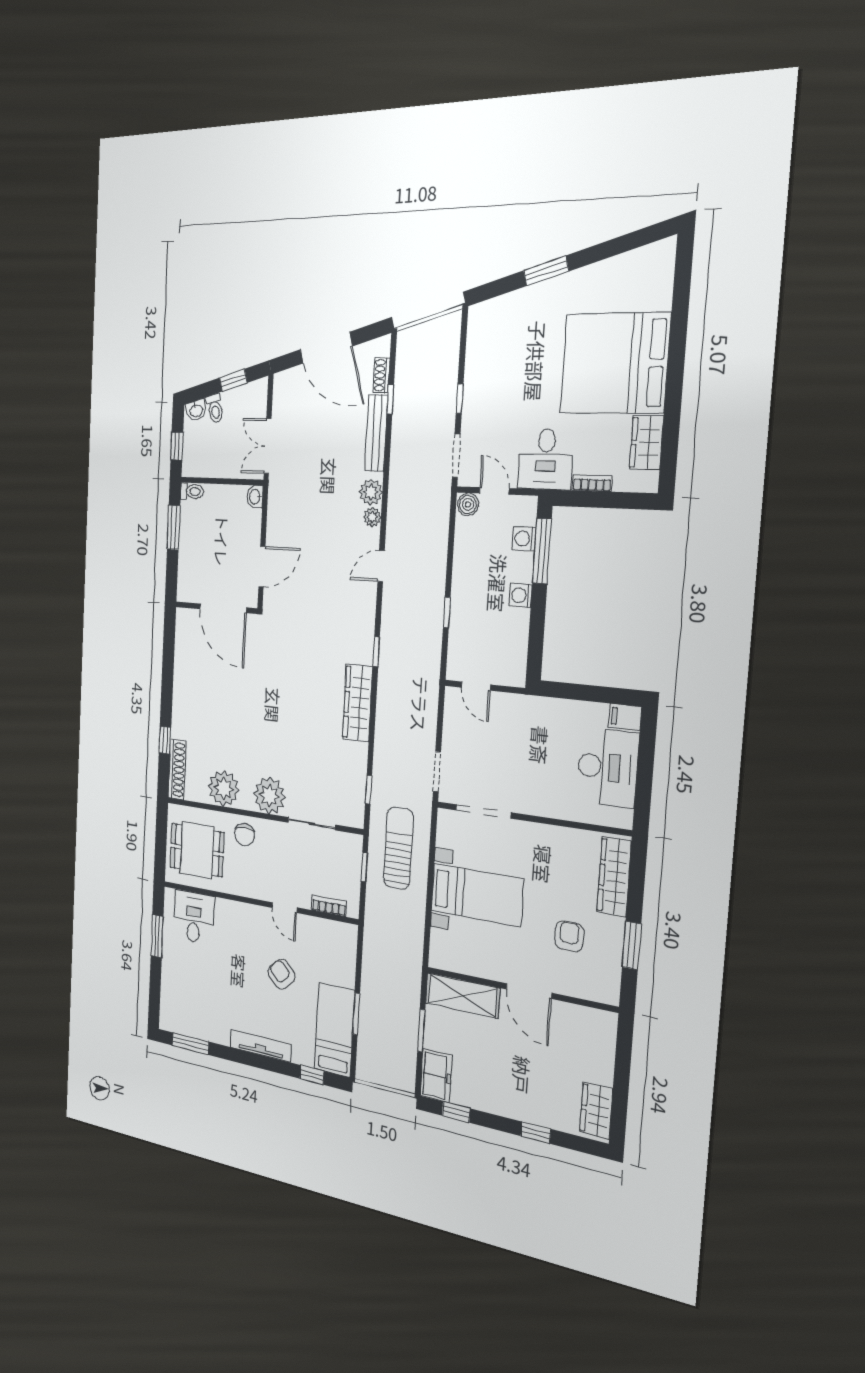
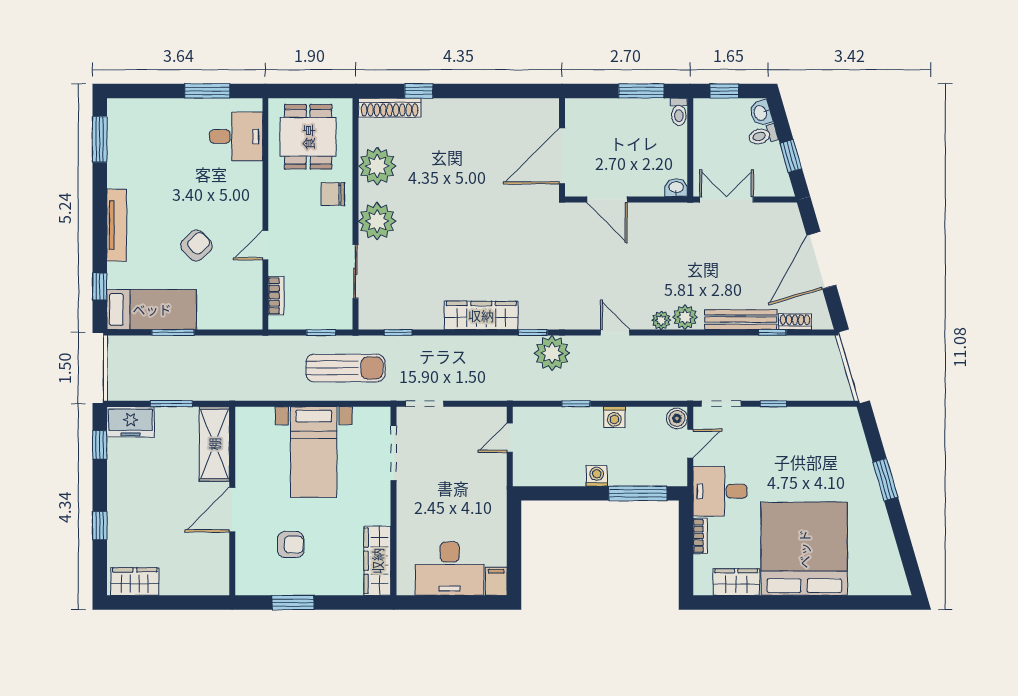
washing machine: (524, 539) -> (614, 417), moved, turned 180
plant: (397, 634) -> (552, 353), added
wardrobe: (614, 877) -> (377, 561), moved, turned -90

